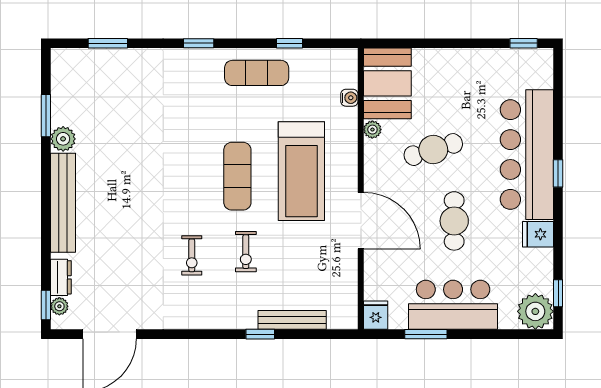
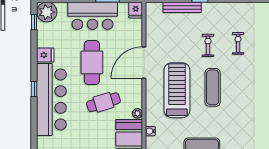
door: (361, 221) -> (144, 63), hinge flipped
cafe table: (454, 221) -> (92, 62), width x1.37, depth x1.35

